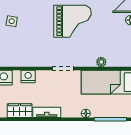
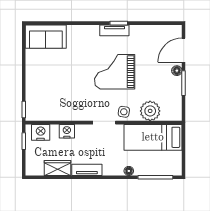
side table: (12, 21) -> (124, 112), moved
grand piano: (73, 21) -> (115, 72), turned 180
plant: (101, 62) -> (150, 111), width x1.87, depth x1.87

